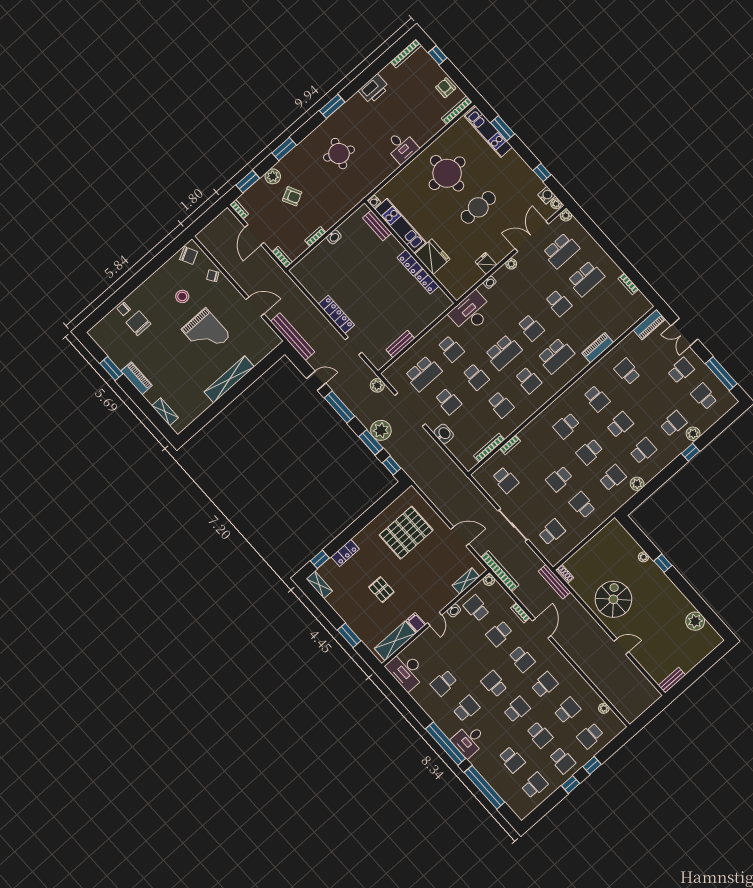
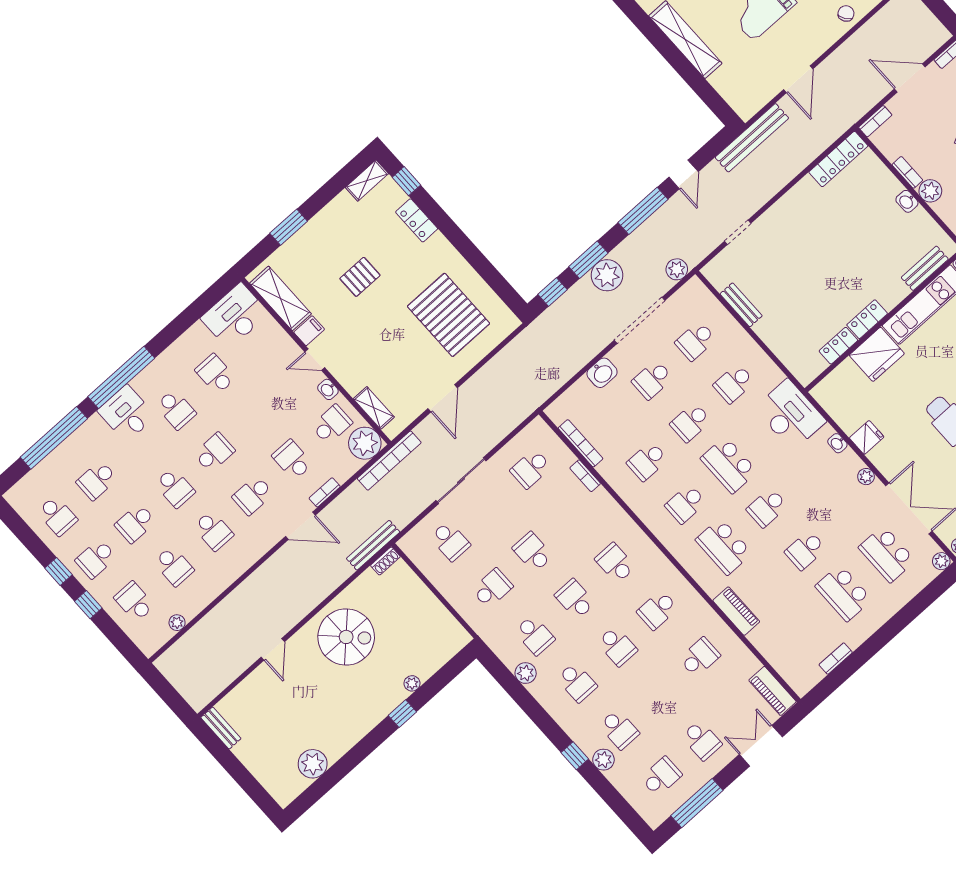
plant: (327, 222) -> (930, 191), added
locker: (336, 315) -> (838, 159), moved
school desk: (423, 373) -> (696, 341), width x0.54
plant: (489, 580) -> (365, 443), width x1.87, depth x1.87

